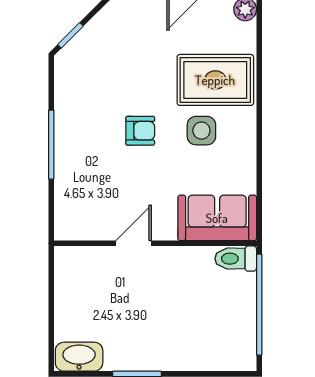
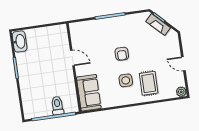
fireplace: (87, 39) -> (158, 25), added
rug: (215, 80) -> (149, 83), width x0.73, depth x0.70
toilet: (236, 259) -> (57, 106), moved

